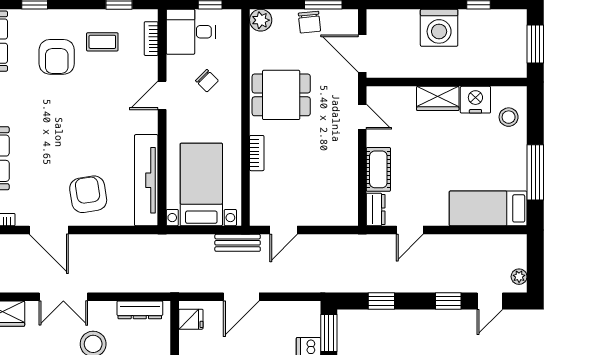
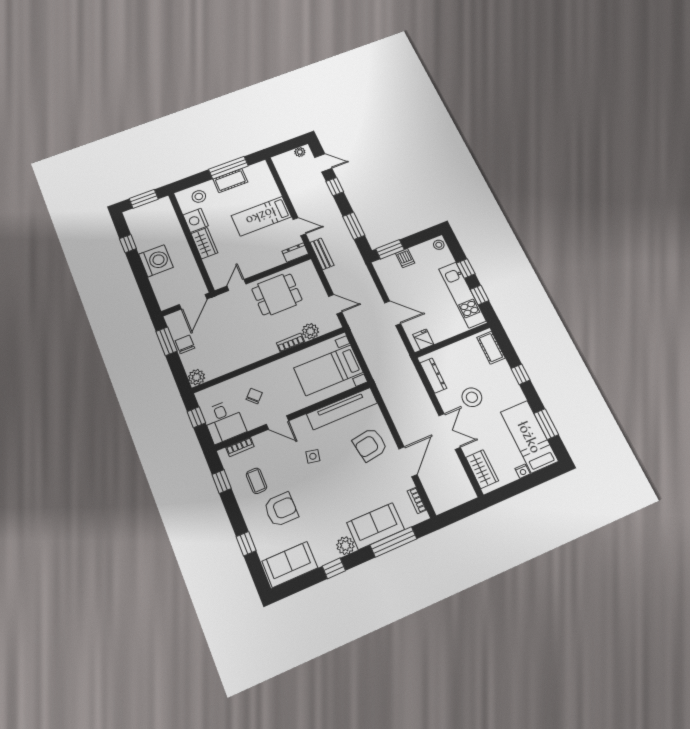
chair: (309, 22) -> (185, 344), turned -84
dining table: (281, 95) -> (277, 294), moved, turned 90
side table: (103, 120) -> (313, 456), added
cot: (378, 169) -> (230, 181), moved
plant: (261, 184) -> (310, 331), added
bed: (488, 208) -> (261, 216), moved, turned 90
bench: (238, 243) -> (322, 254), moved
window: (381, 301) -> (354, 226), width x1.50

